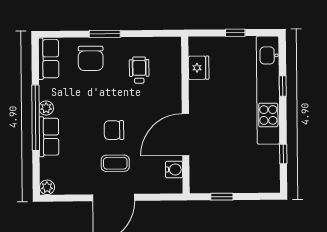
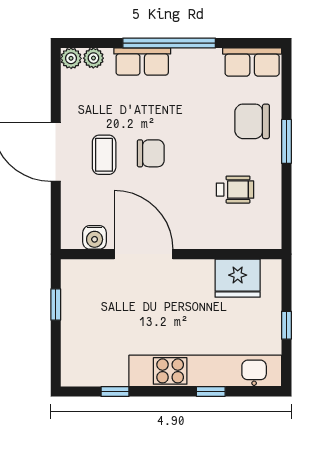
fridge: (199, 68) -> (238, 278), width x1.36, depth x1.34
plant: (46, 108) -> (93, 58), moved
chair: (114, 130) -> (151, 153), turned 90

